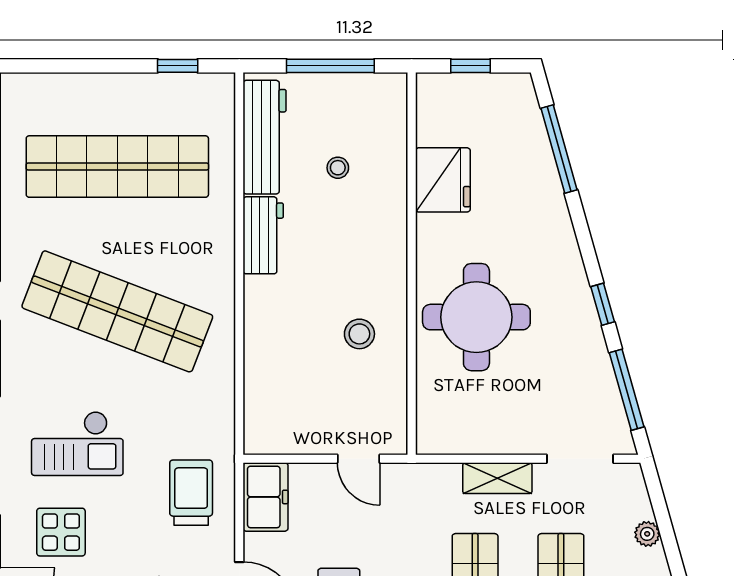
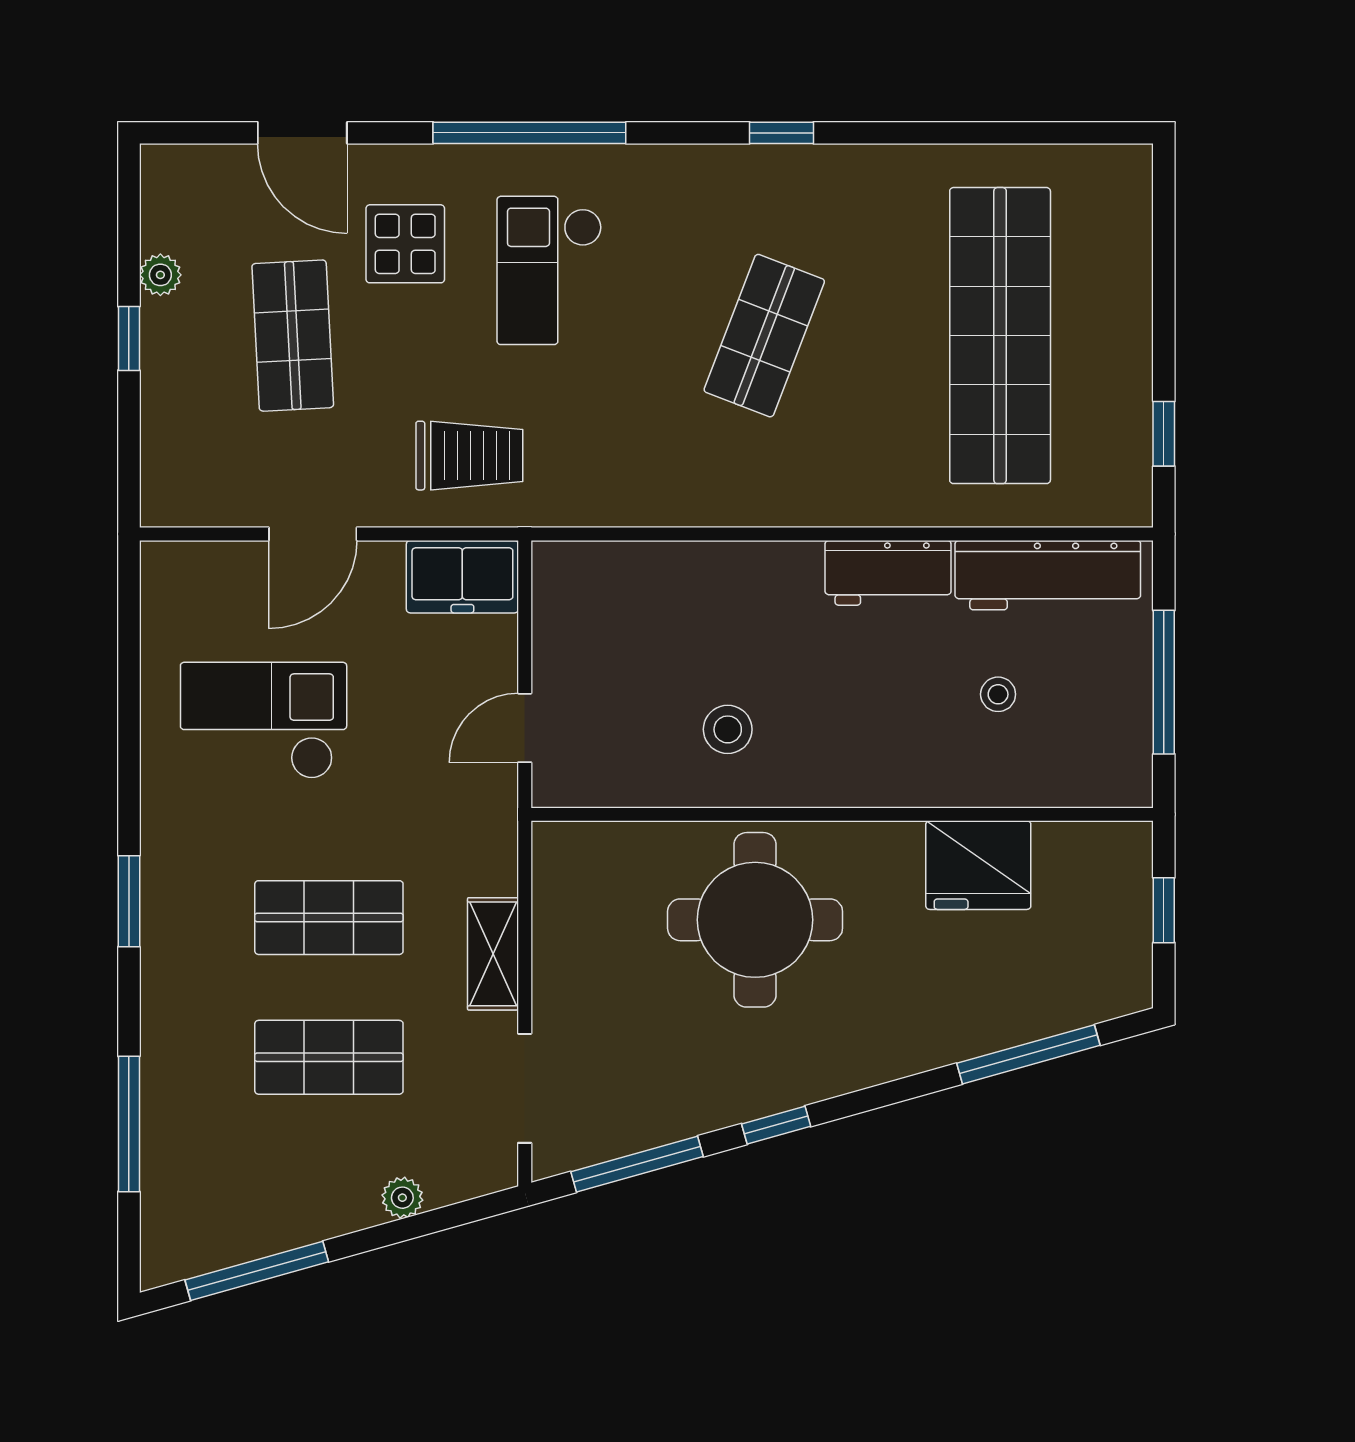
shop shelf: (117, 311) -> (764, 336), width x0.50, depth x0.74

